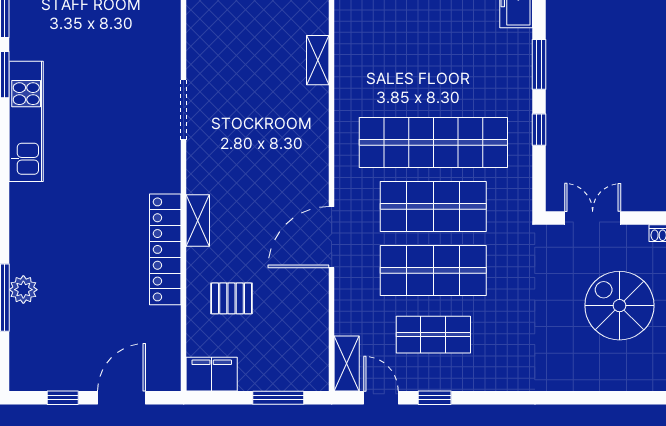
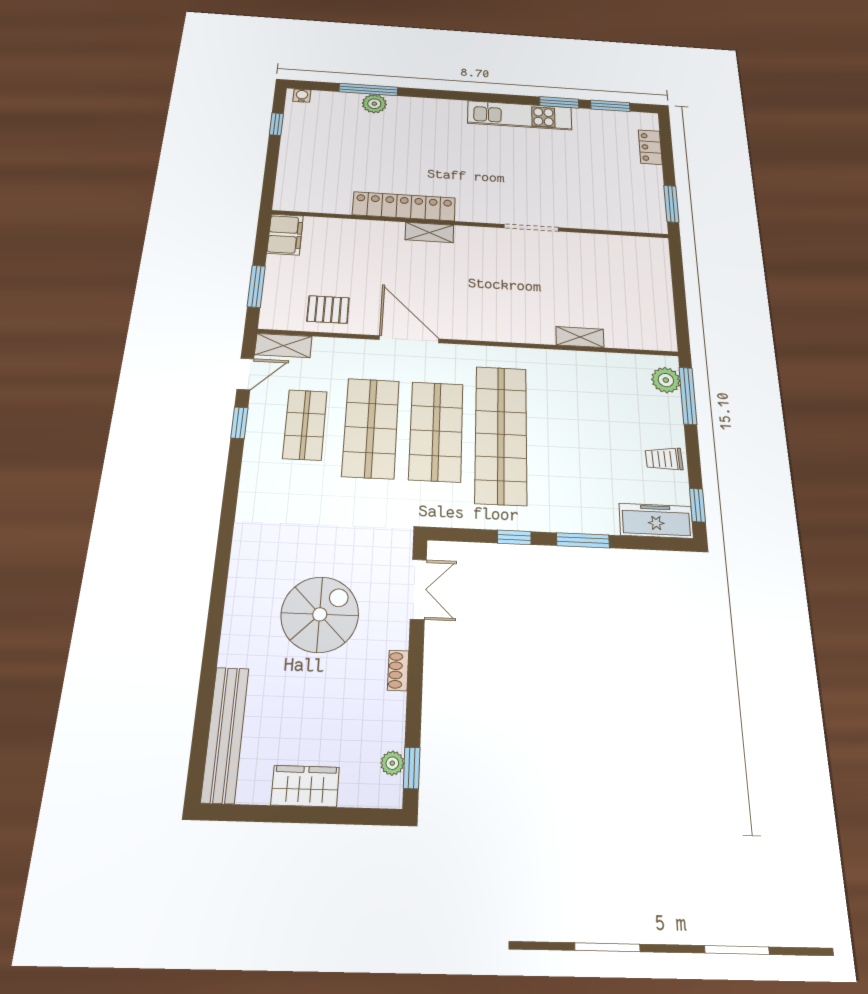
pallet: (231, 298) -> (328, 309), moved, turned 90
water cooler: (19, 373) -> (302, 96), added
door: (122, 398) -> (271, 166), removed

